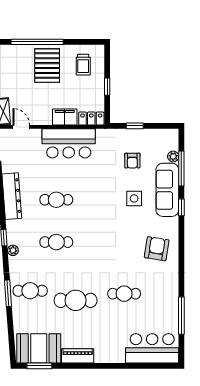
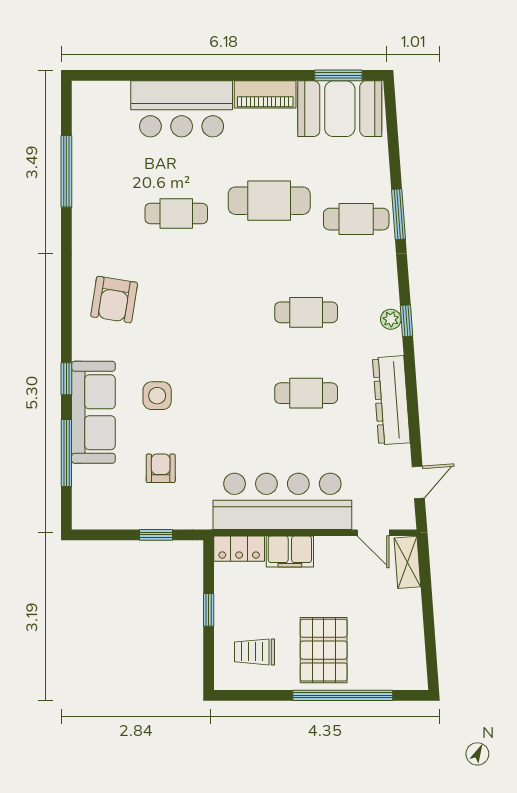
trolley: (83, 65) -> (255, 652), turned -90
bar counter: (69, 143) -> (282, 501), width x1.36
plant: (173, 156) -> (82, 476), removed
plant: (13, 250) -> (391, 319), moved
bar counter: (152, 348) -> (182, 109), moved

